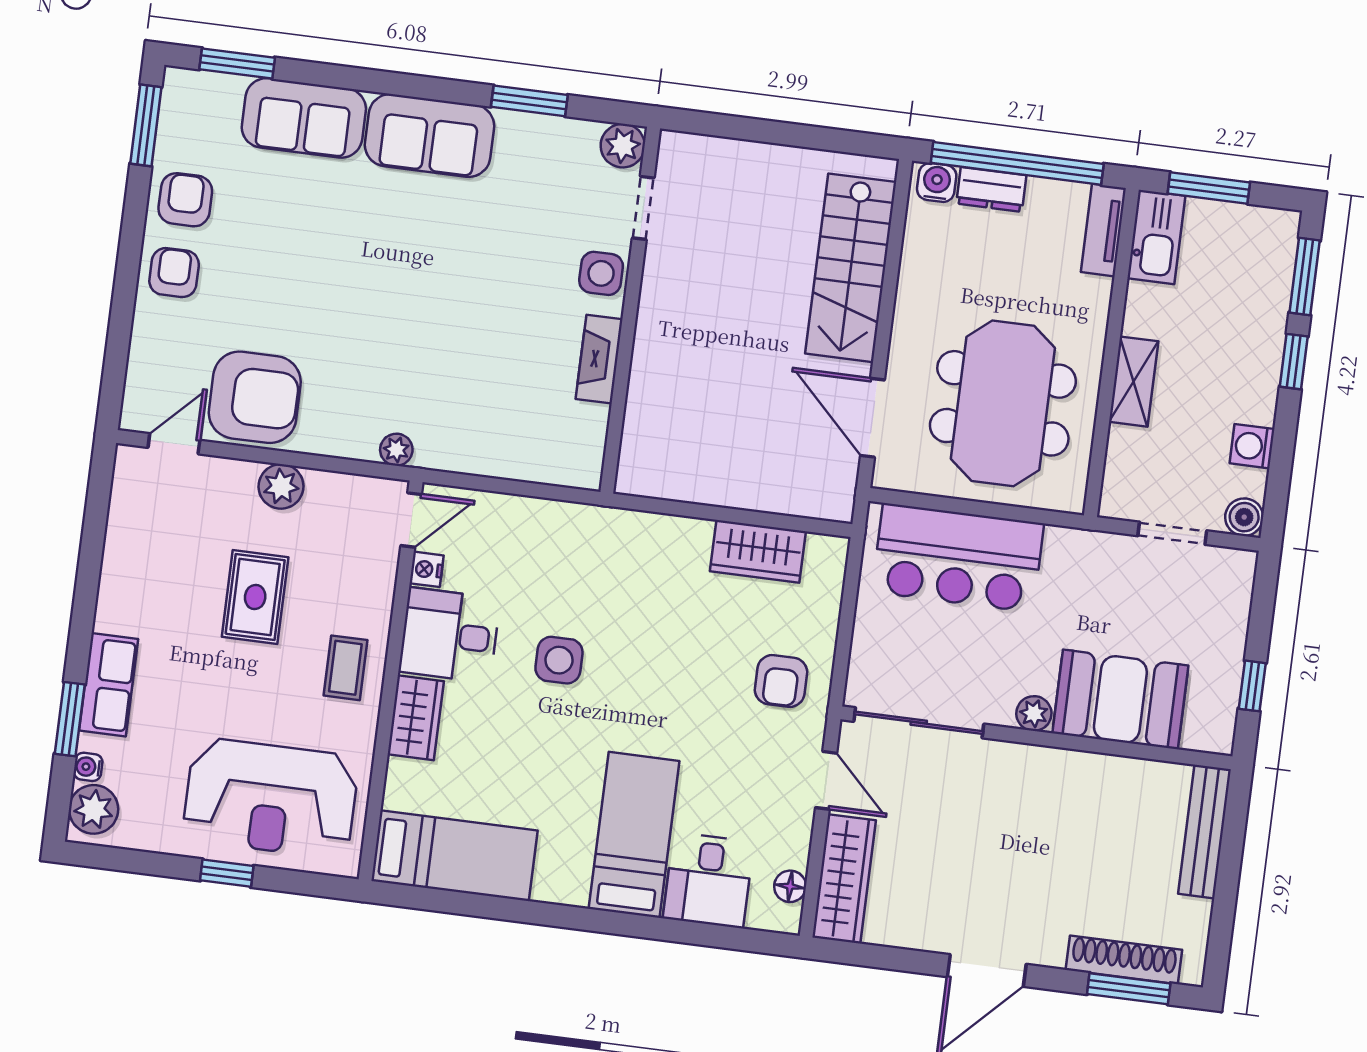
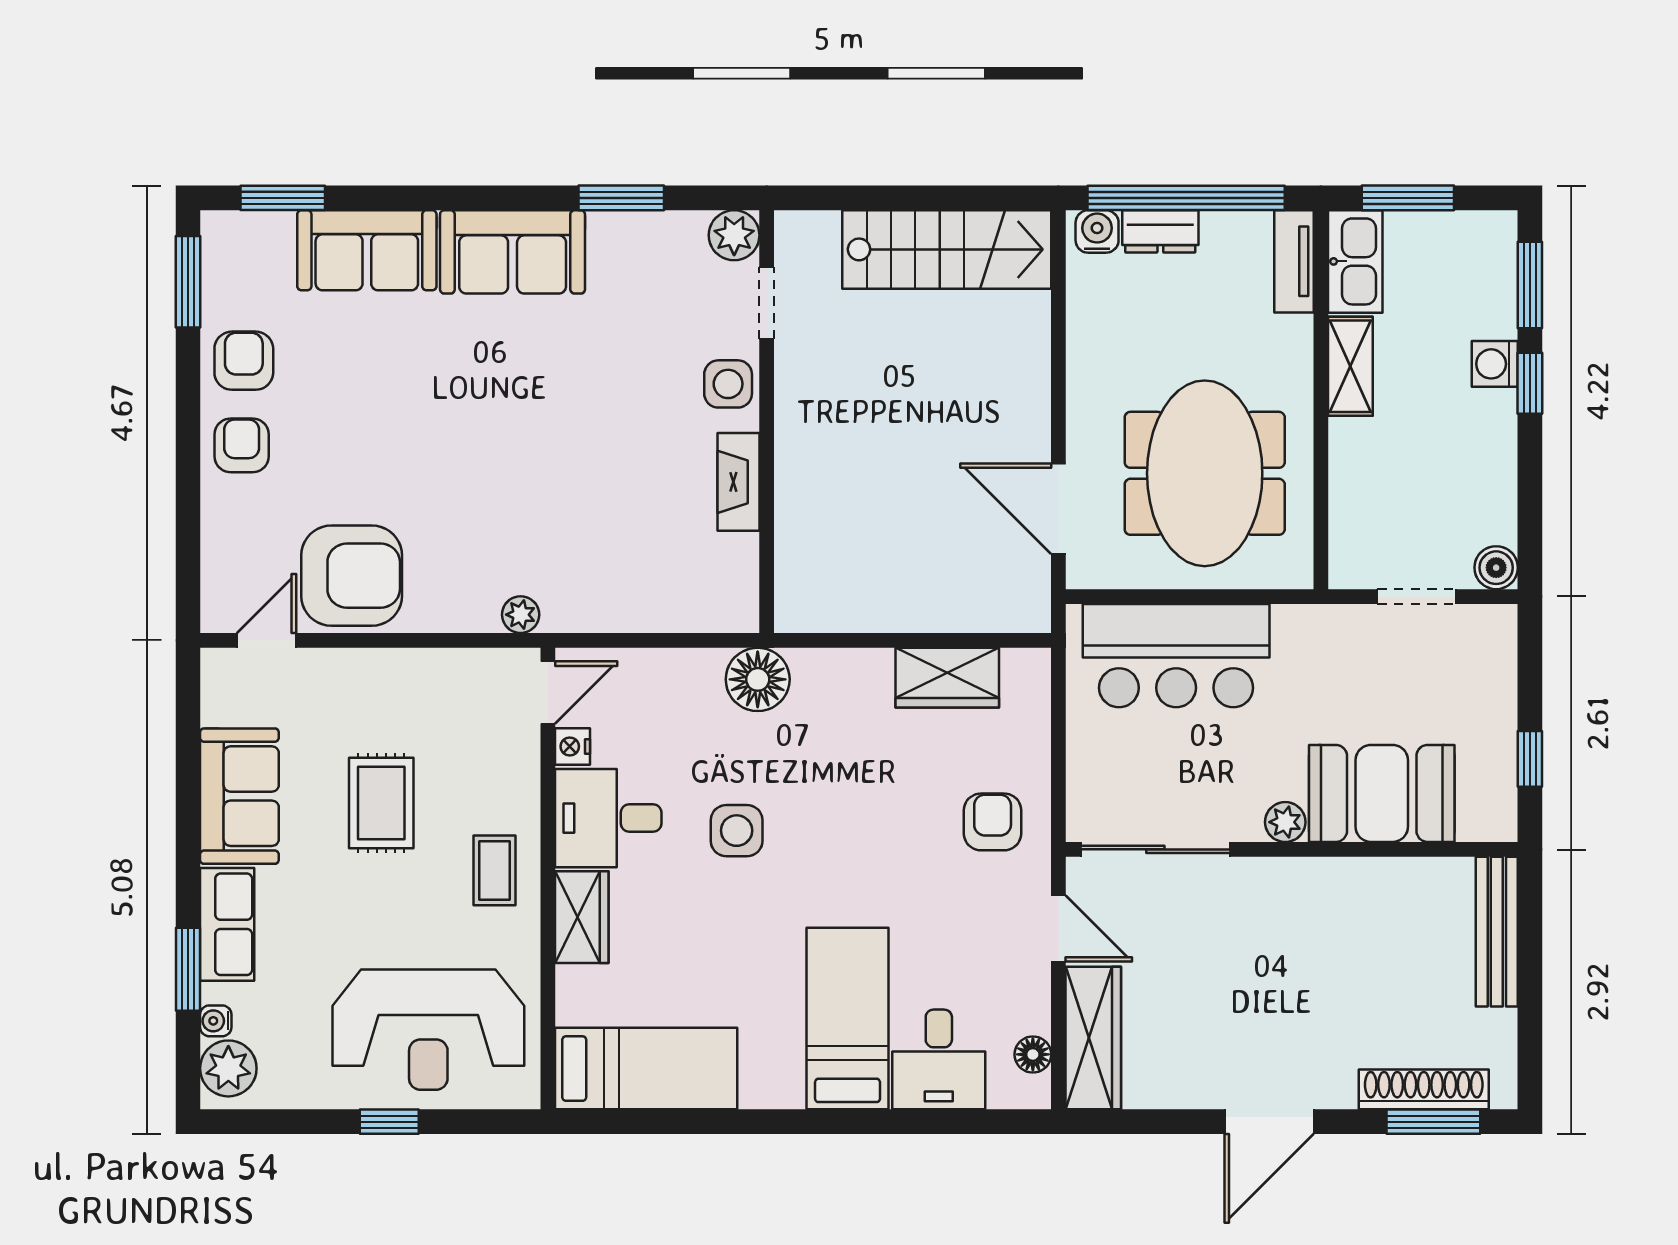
stairs: (851, 268) -> (947, 249), moved, turned -90
shelving: (1134, 382) -> (1350, 366), moved
washing machine: (1252, 446) -> (1495, 364), moved
plant: (281, 486) -> (395, 673), removed
floor lamp: (594, 532) -> (758, 679), added
sofa: (133, 575) -> (239, 796), added
armchair: (781, 681) -> (993, 822), turned 180

